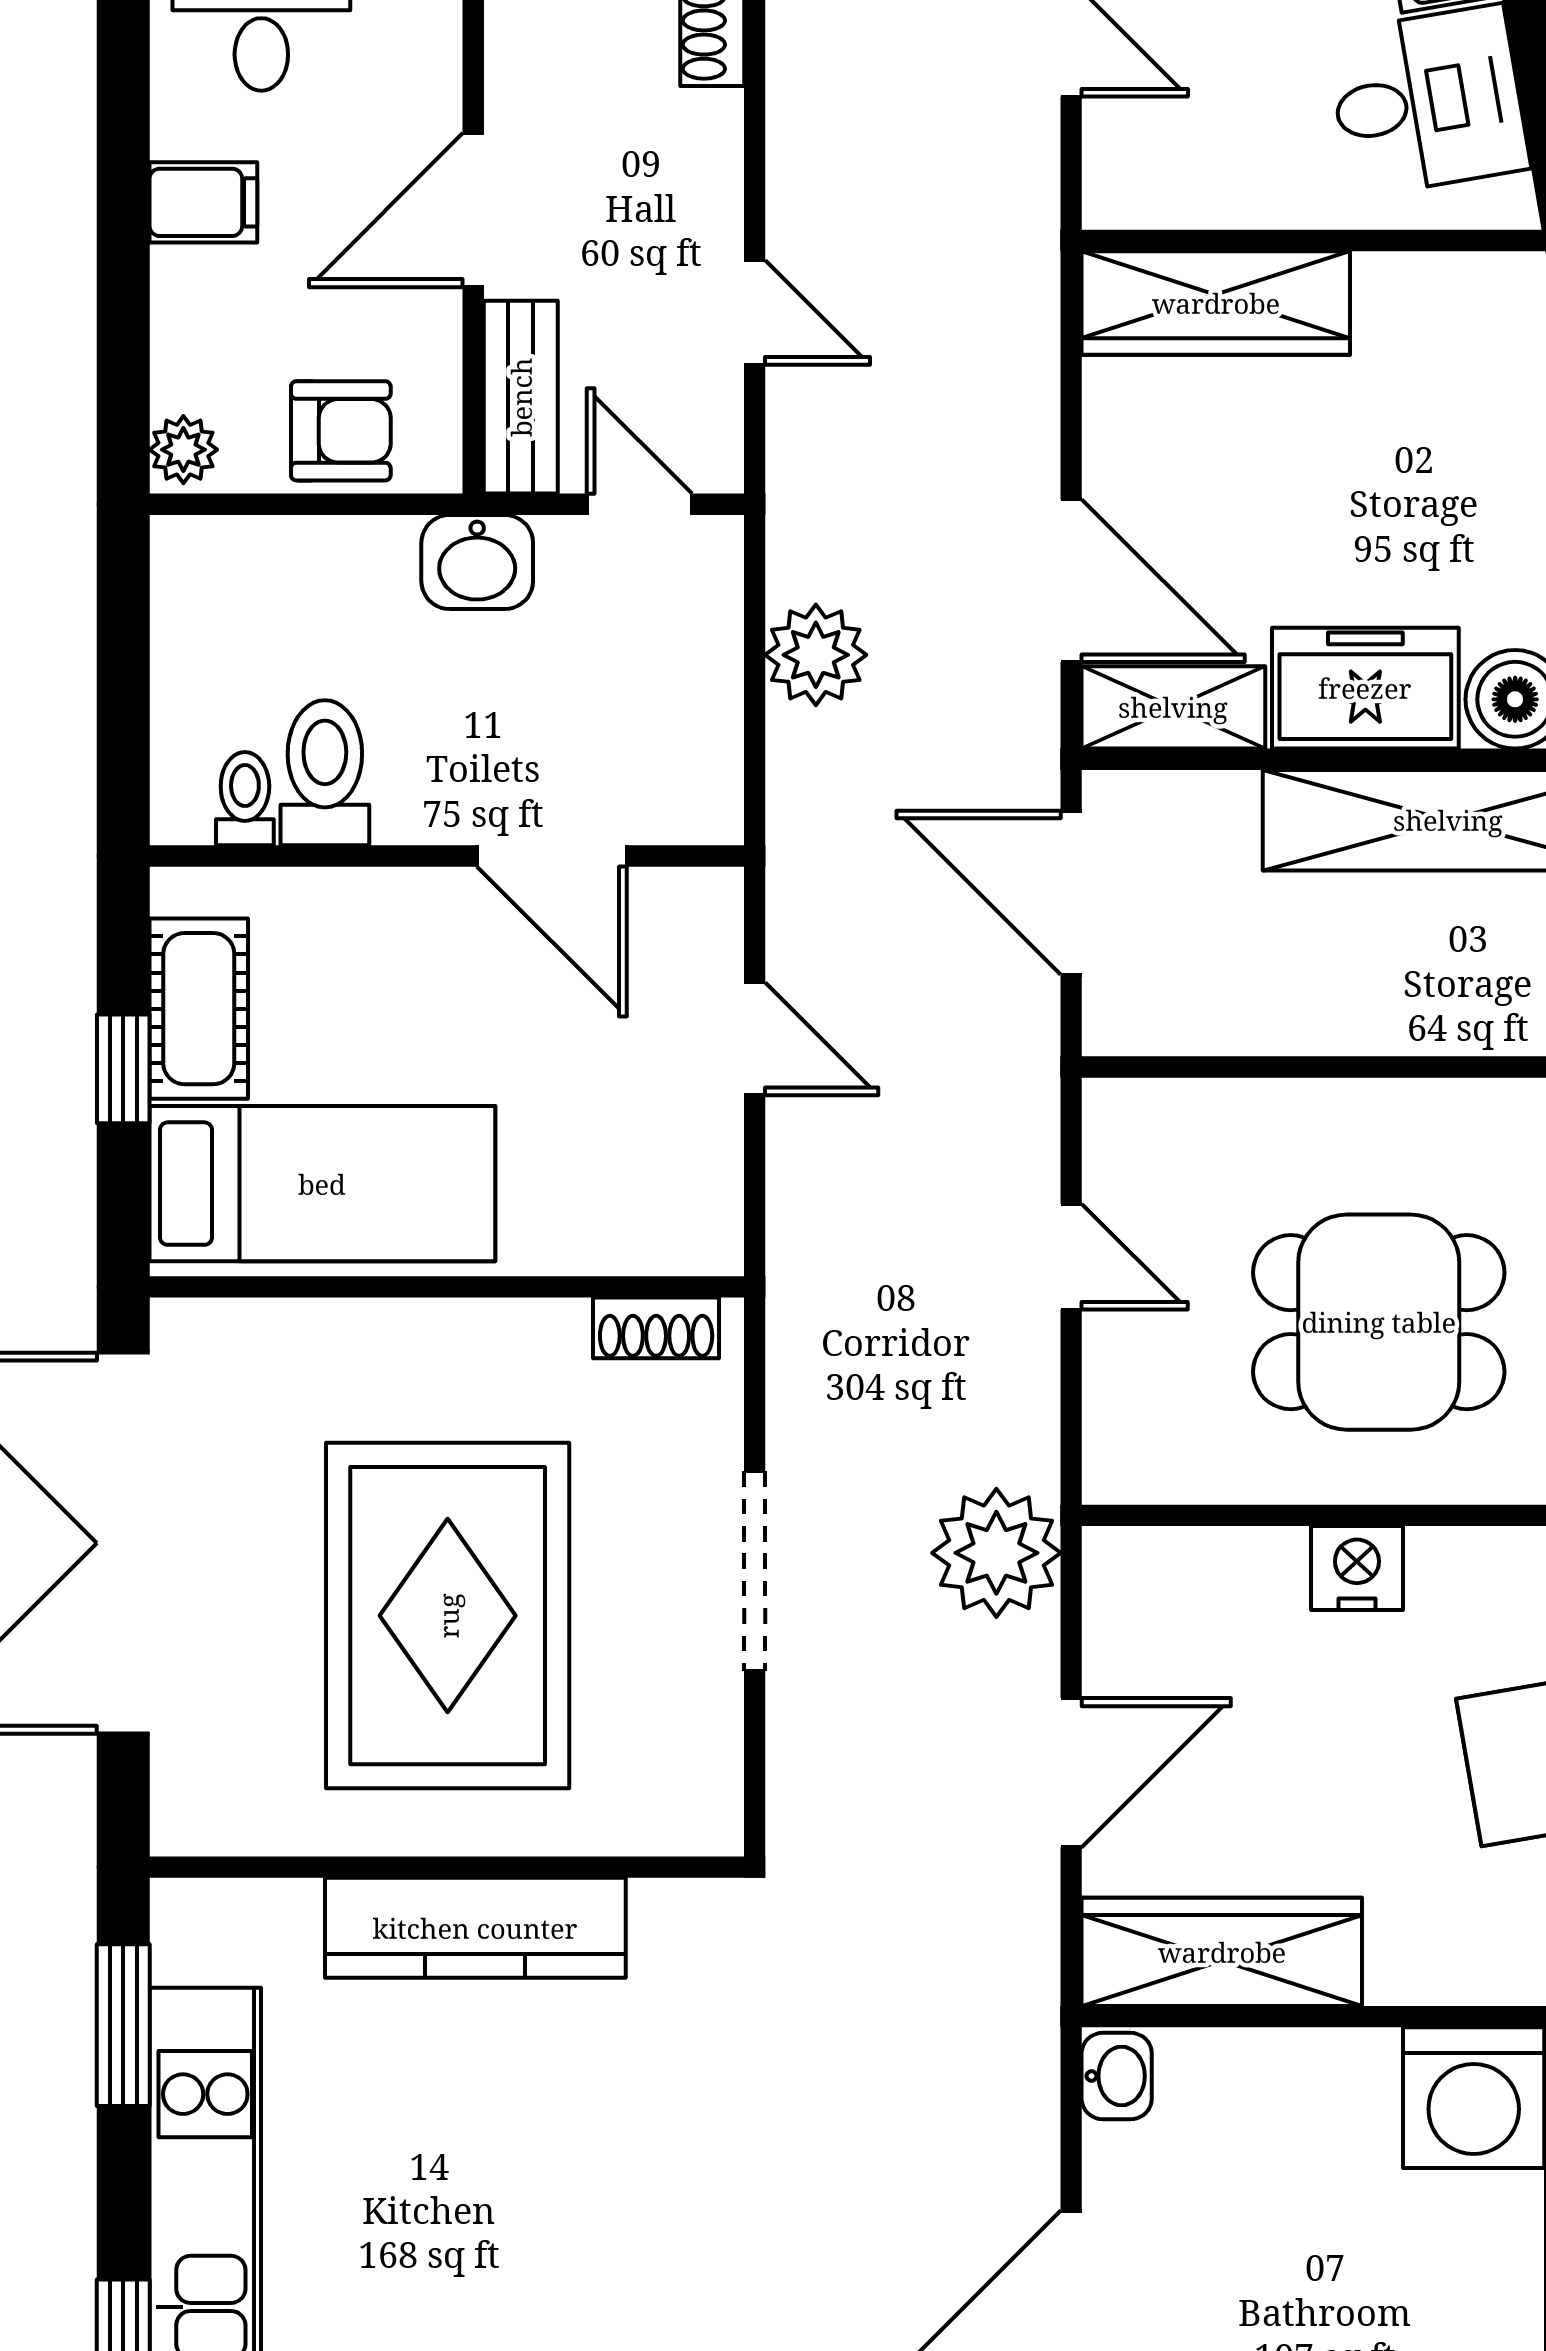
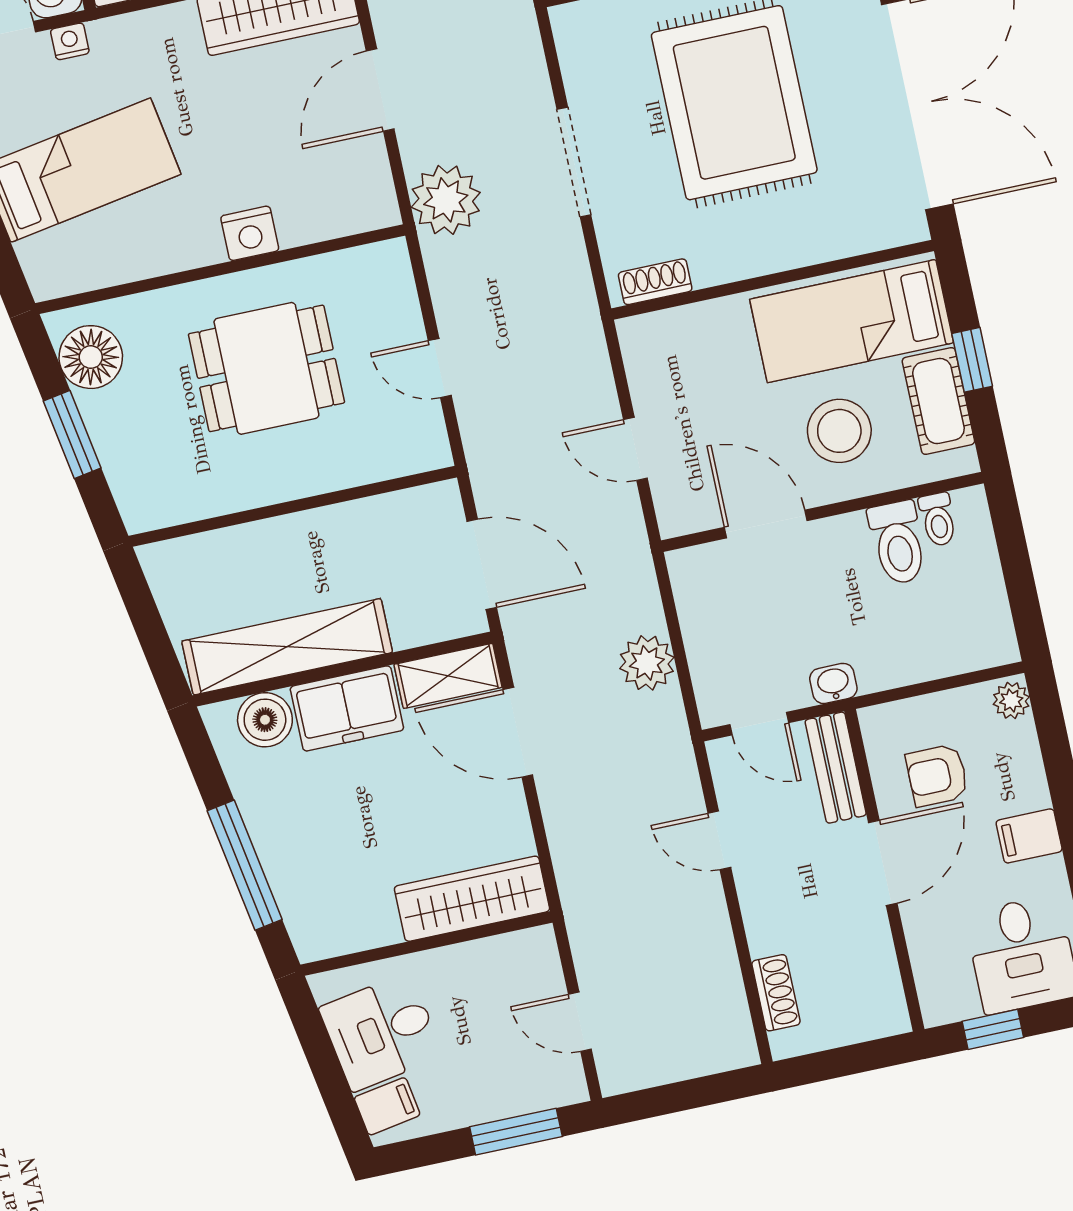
armchair: (341, 431) -> (937, 775), moved
washbasin: (477, 562) -> (833, 683), width x0.72, depth x0.69
stool: (386, 993) -> (839, 431), added

